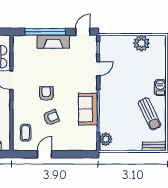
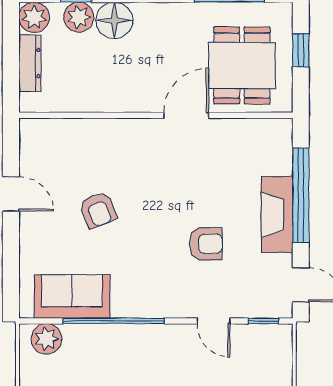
armchair: (46, 94) -> (206, 244), moved
sofa: (88, 109) -> (72, 296), moved
coffee table: (26, 133) -> (62, 149), removed

